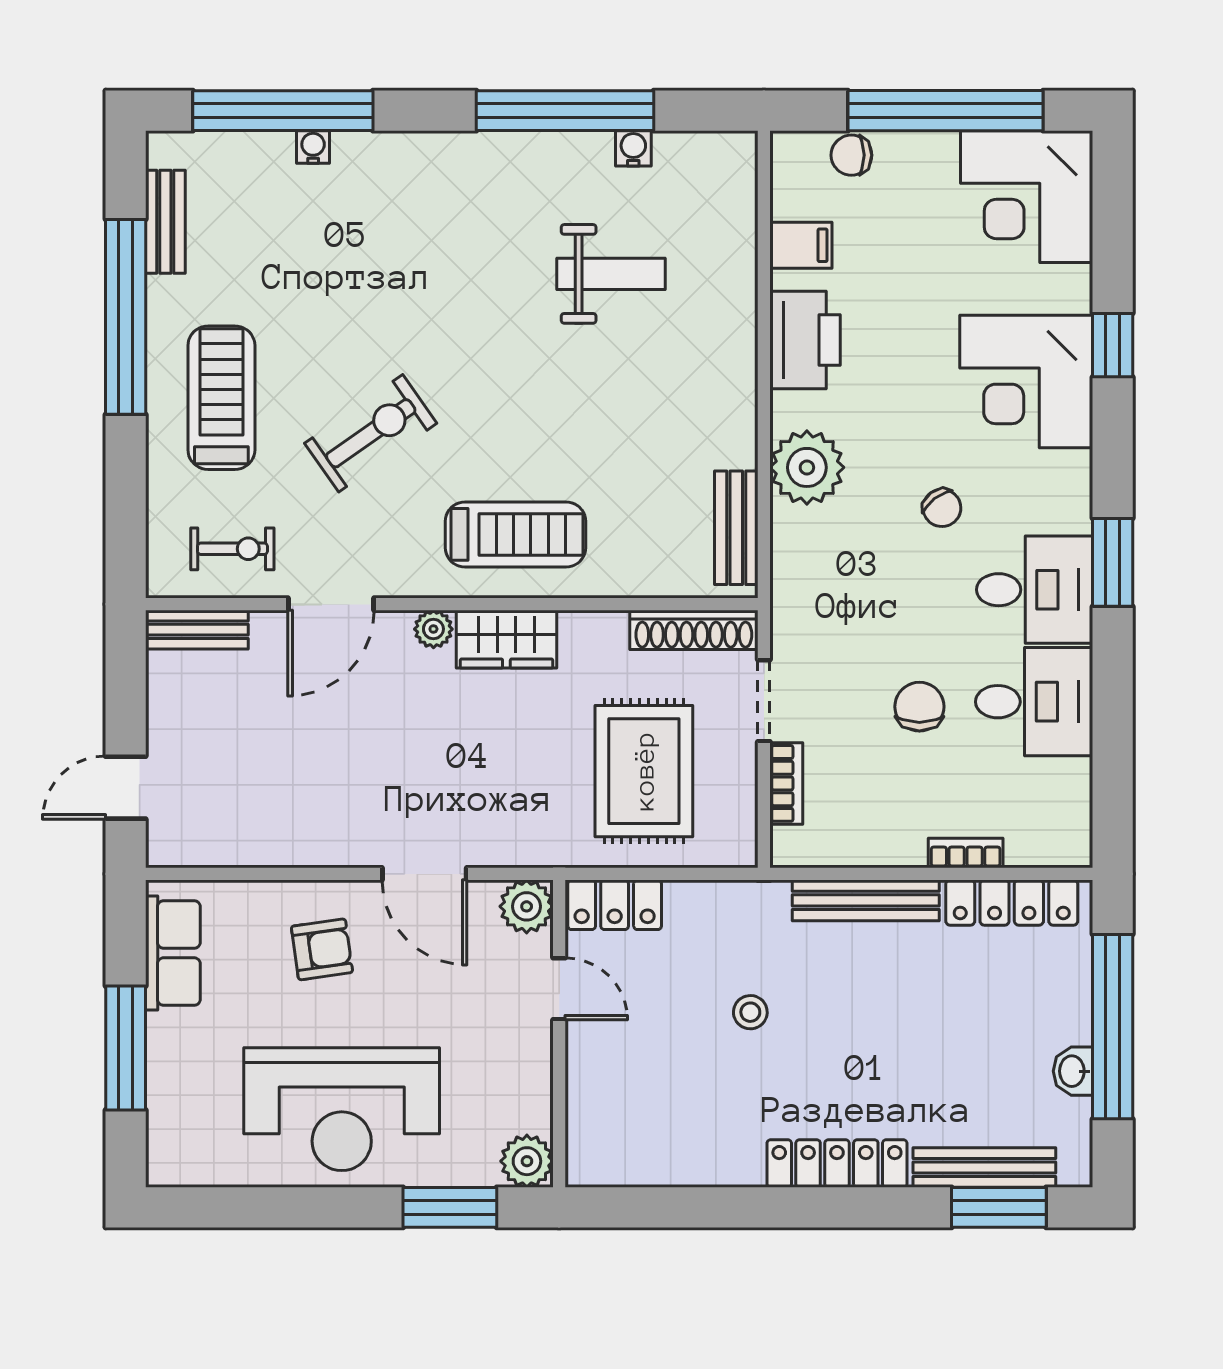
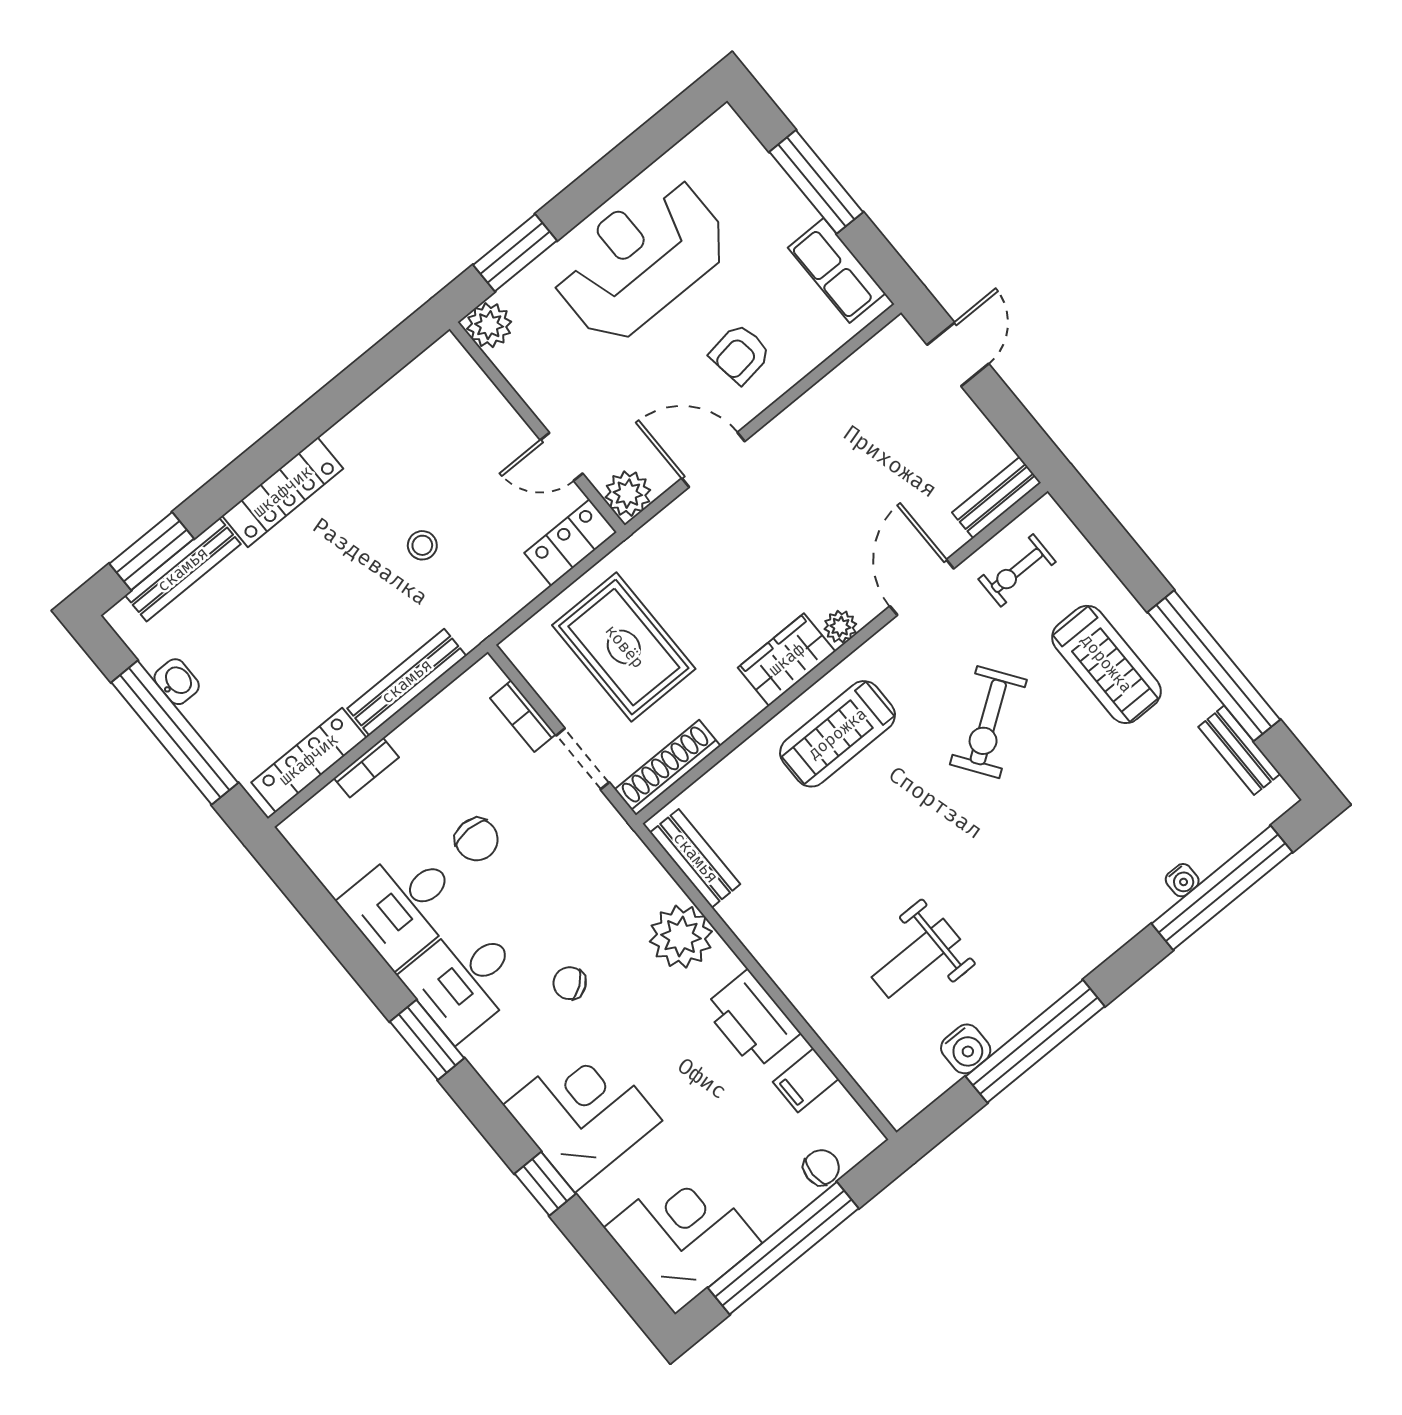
water cooler: (633, 148) -> (966, 1049), width x1.38, depth x1.38

